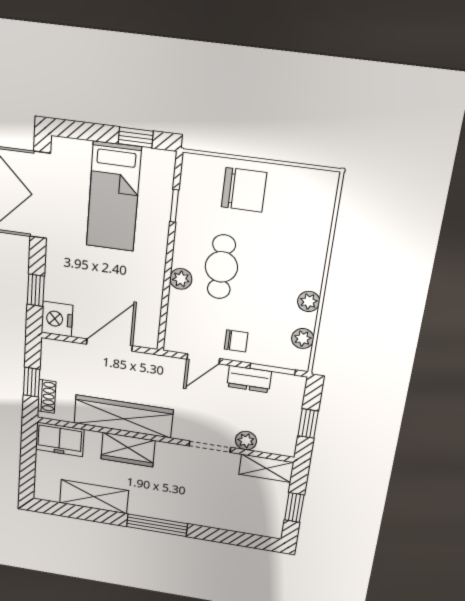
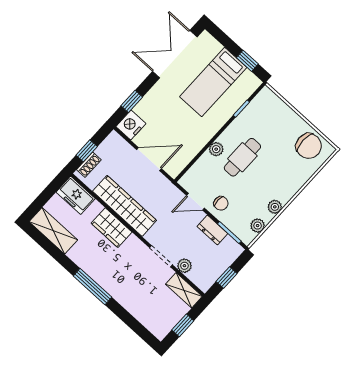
chair: (244, 190) -> (309, 146), moved
shelving: (94, 497) -> (53, 231), moved

